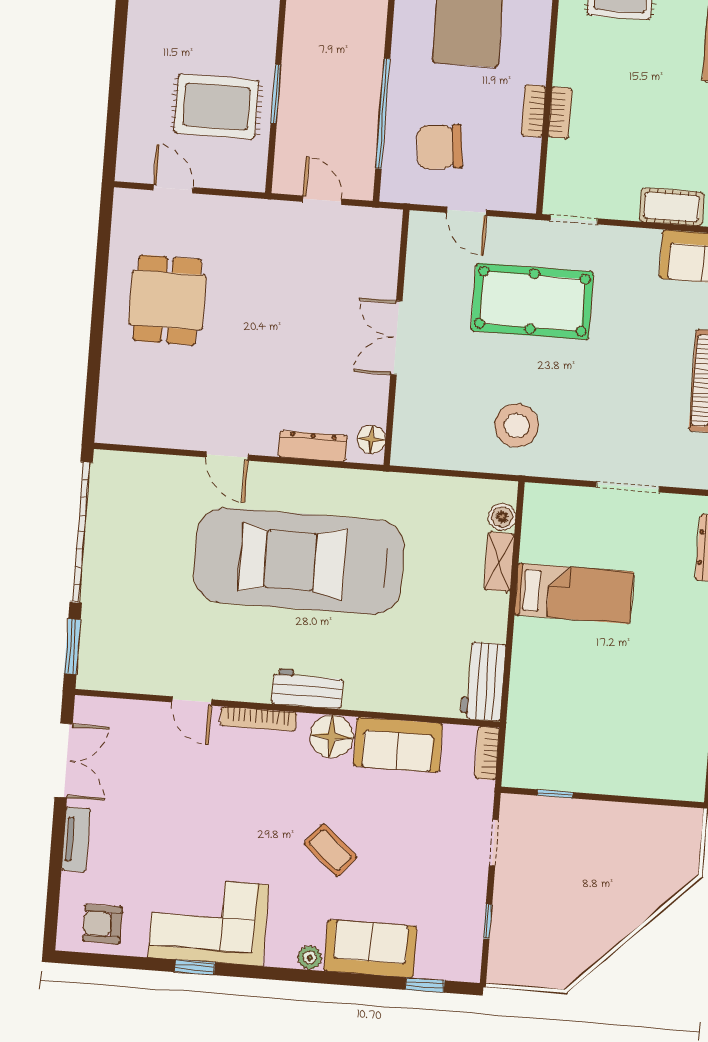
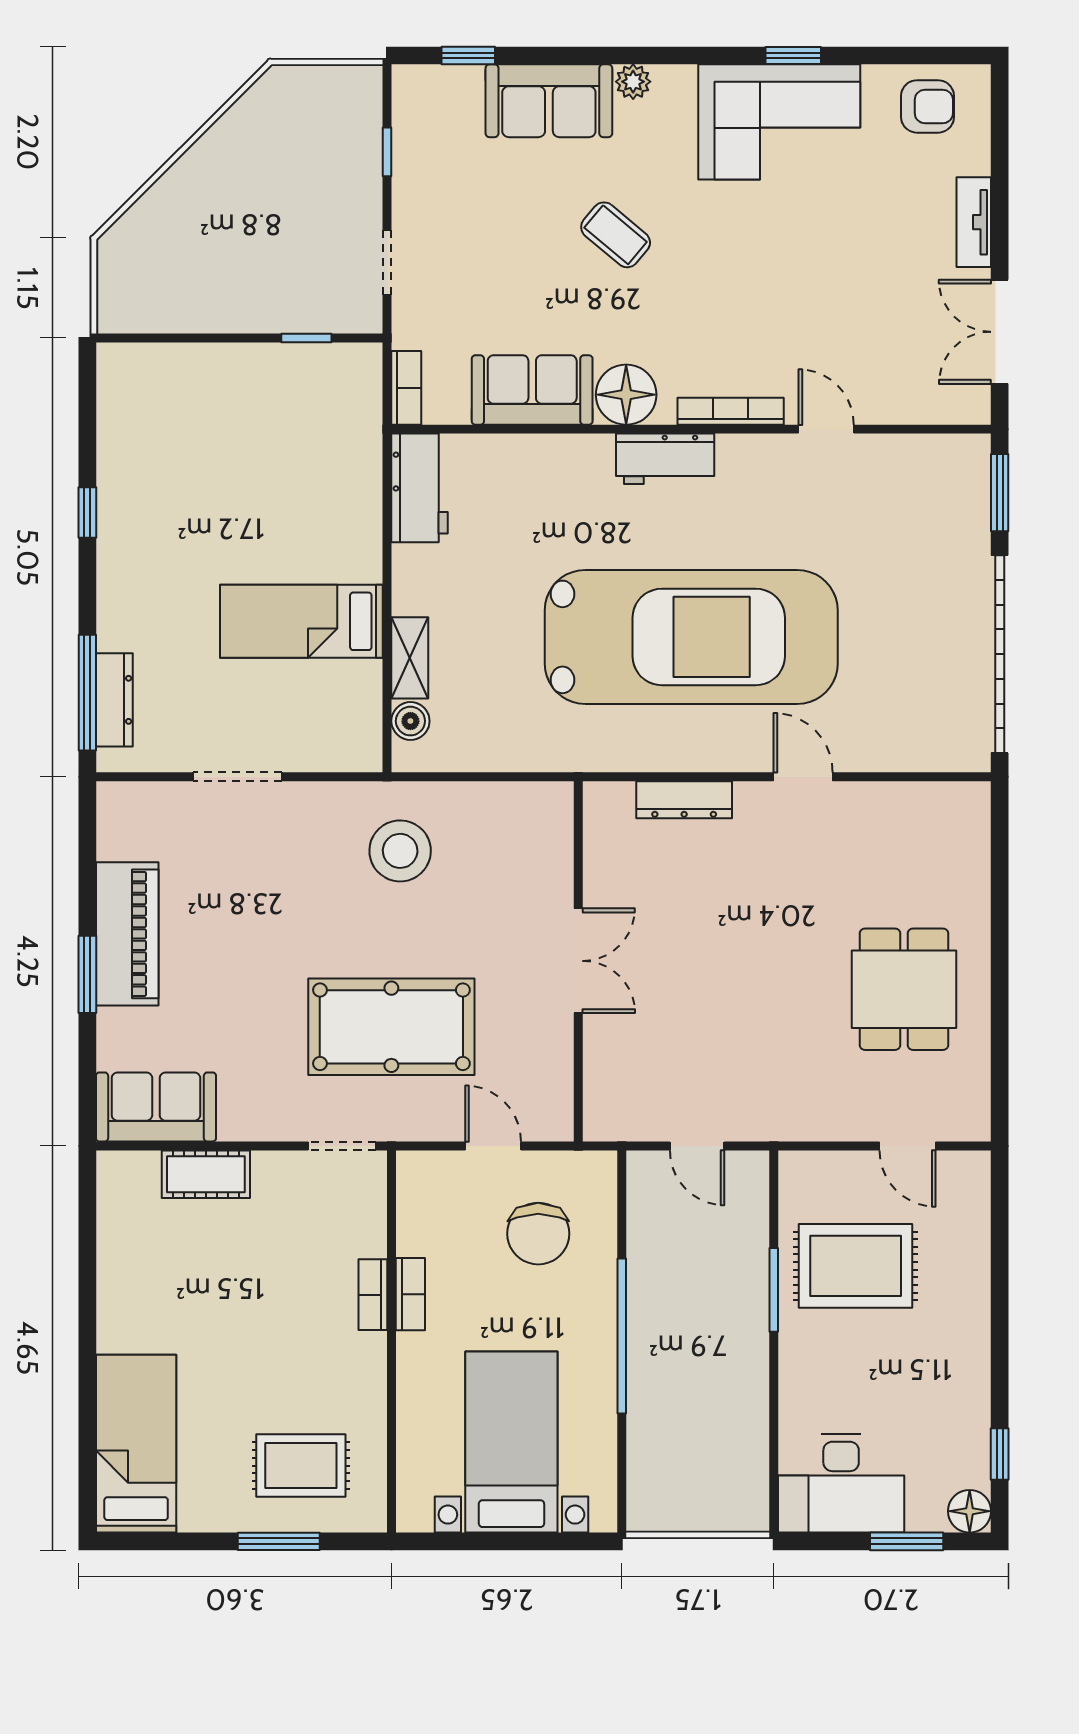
window: (383, 114) -> (622, 1336), moved
chair: (440, 147) -> (538, 1234), turned 96
floor lamp: (371, 439) -> (602, 816), removed

